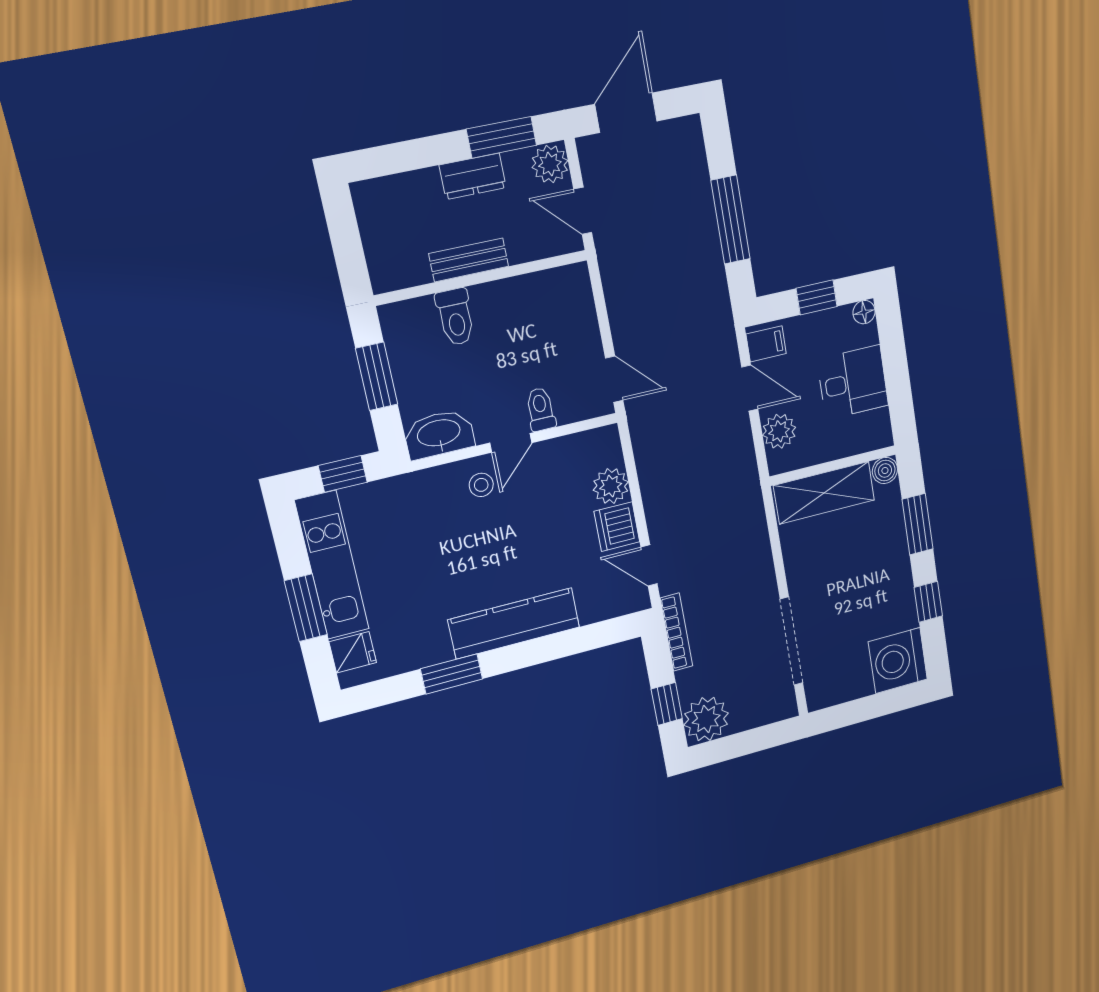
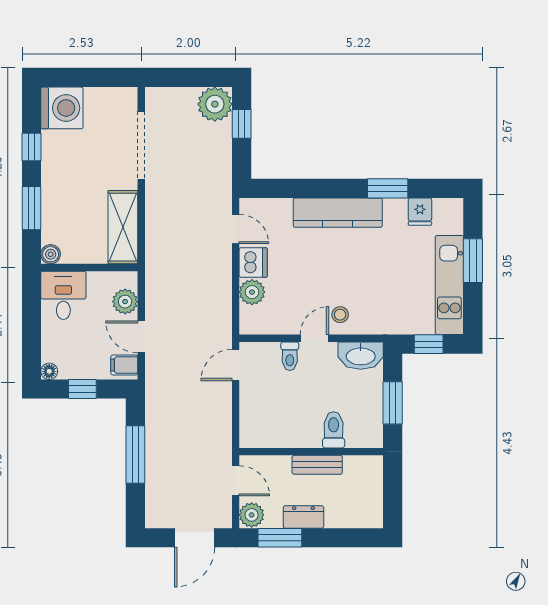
door: (614, 379) -> (236, 365), hinge flipped
desk: (853, 382) -> (63, 295), moved, turned 90
shelving: (824, 493) -> (123, 227), moved, turned 90
bookcase: (676, 632) -> (225, 175), removed
fridge: (353, 652) -> (420, 212), moved, turned -90

